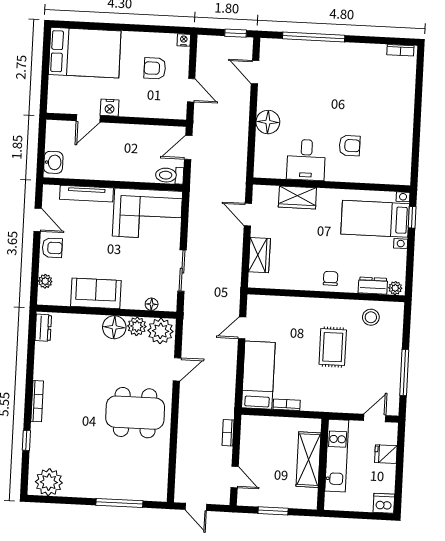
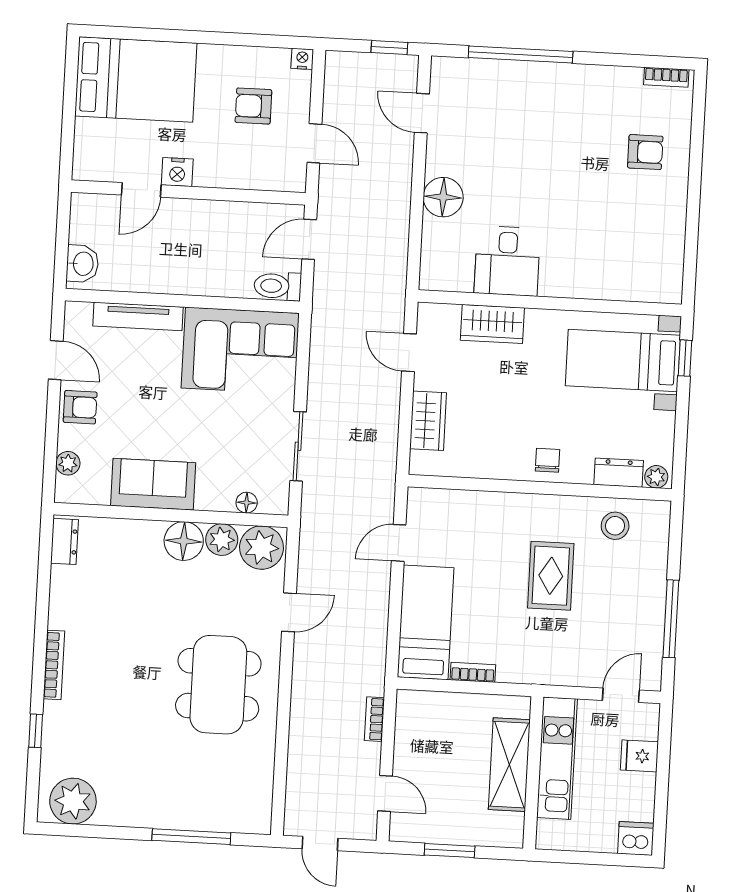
armchair: (350, 146) -> (645, 152), moved
dining table: (135, 413) -> (218, 685), turned 90

